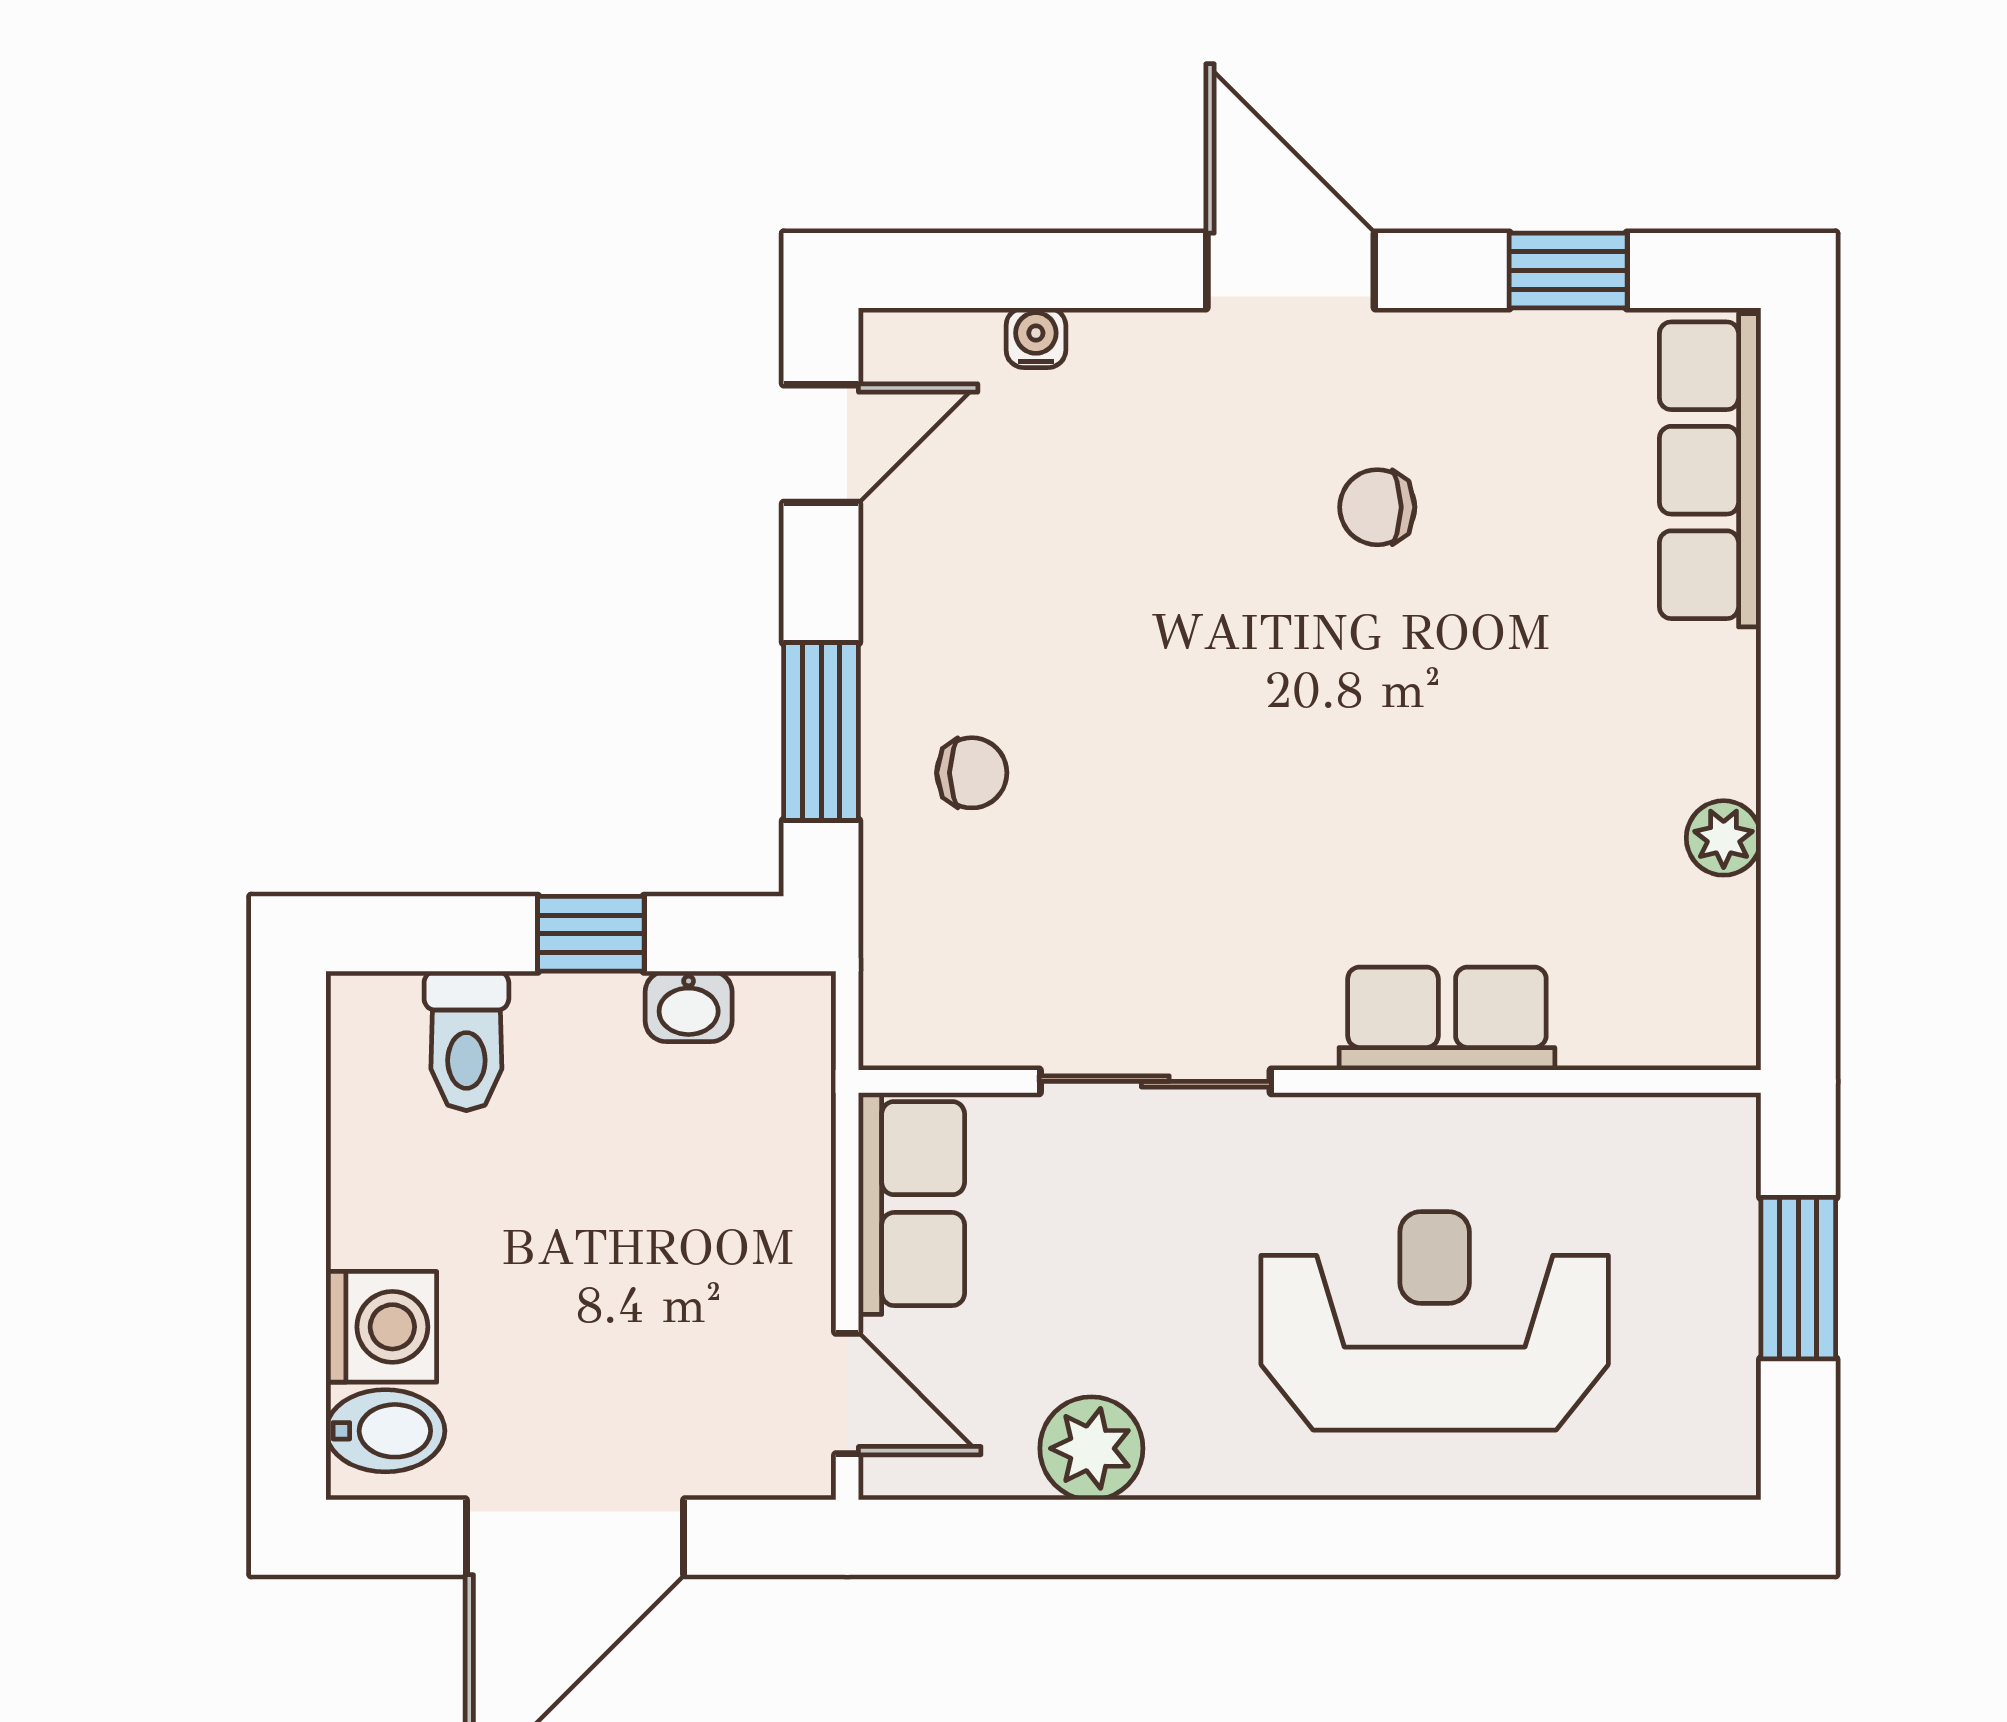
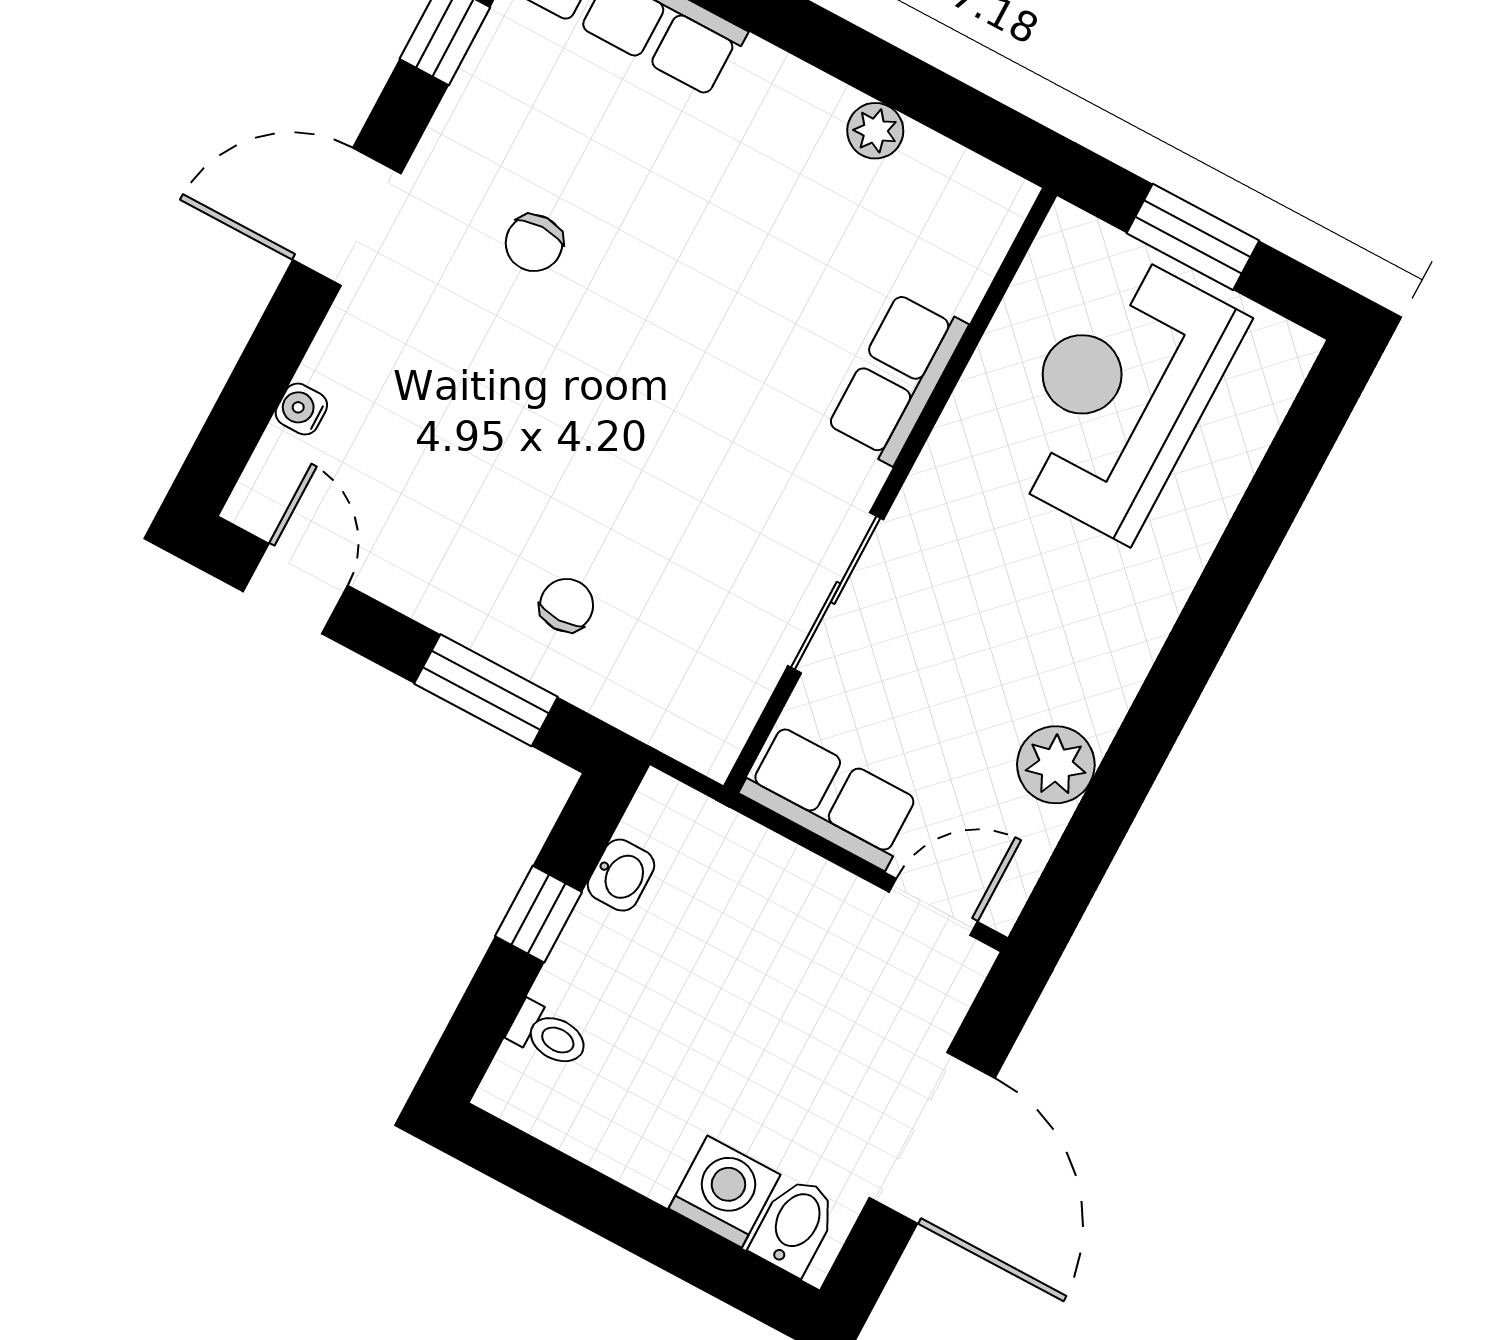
toilet: (466, 1041) -> (548, 1035), width x0.73, depth x0.72
reception desk: (1435, 1321) -> (1120, 394), moved

